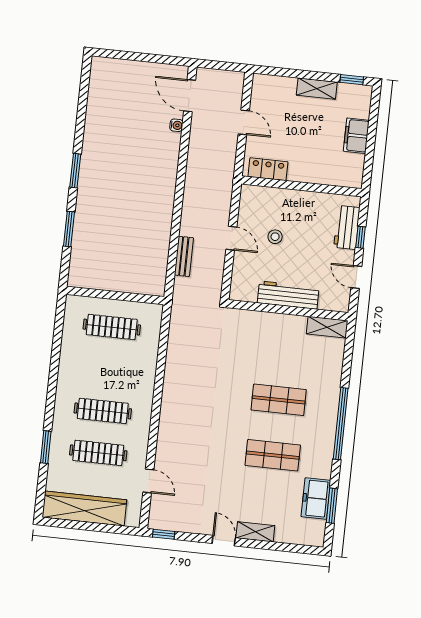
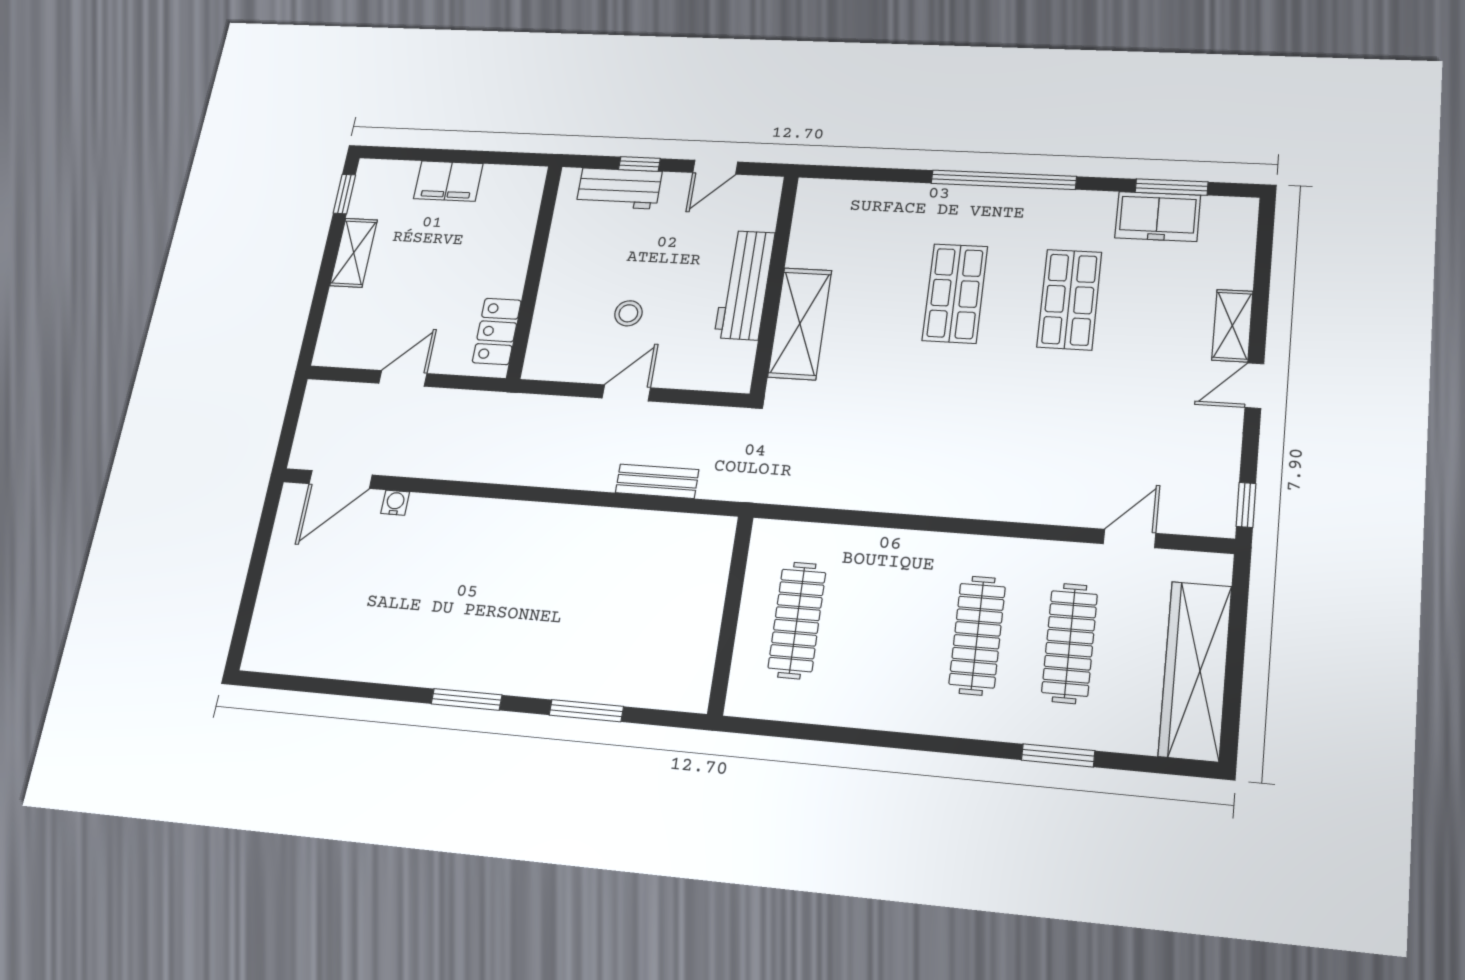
shelving: (327, 327) -> (800, 323), moved, width x1.50, depth x1.33

